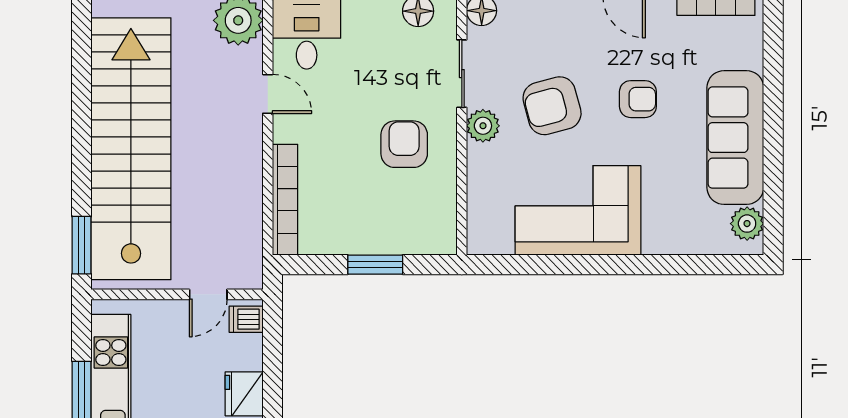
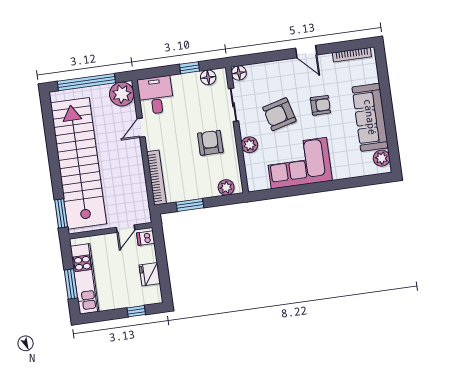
door: (268, 94) -> (141, 128), swing flipped
plant: (483, 126) -> (249, 145), moved
plant: (424, 239) -> (226, 187), added
window: (375, 265) -> (190, 205), moved

